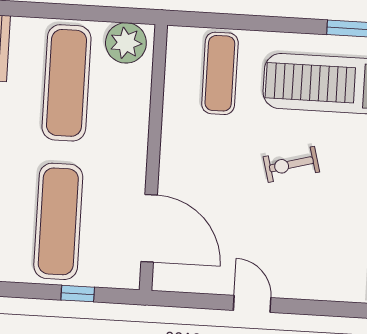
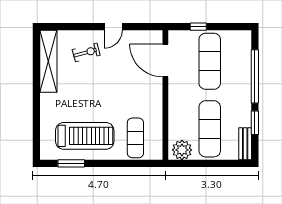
exercise bike: (291, 164) -> (86, 52), moved
door: (252, 304) -> (113, 27), hinge flipped

